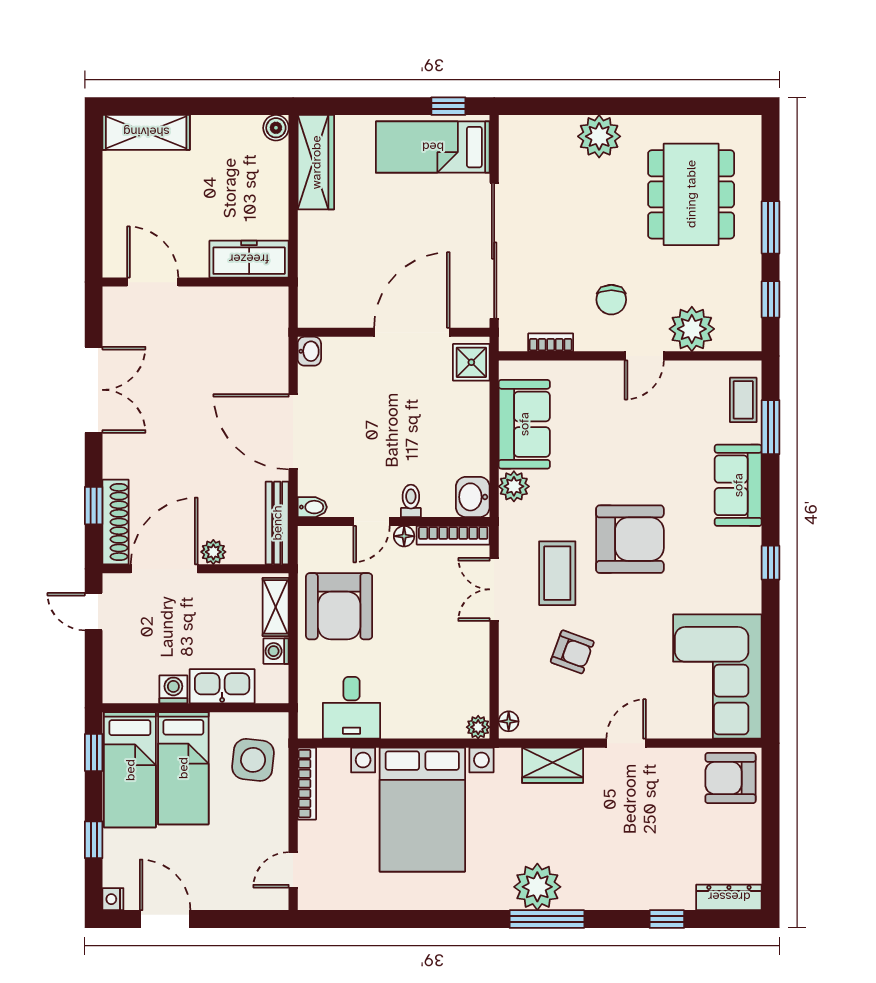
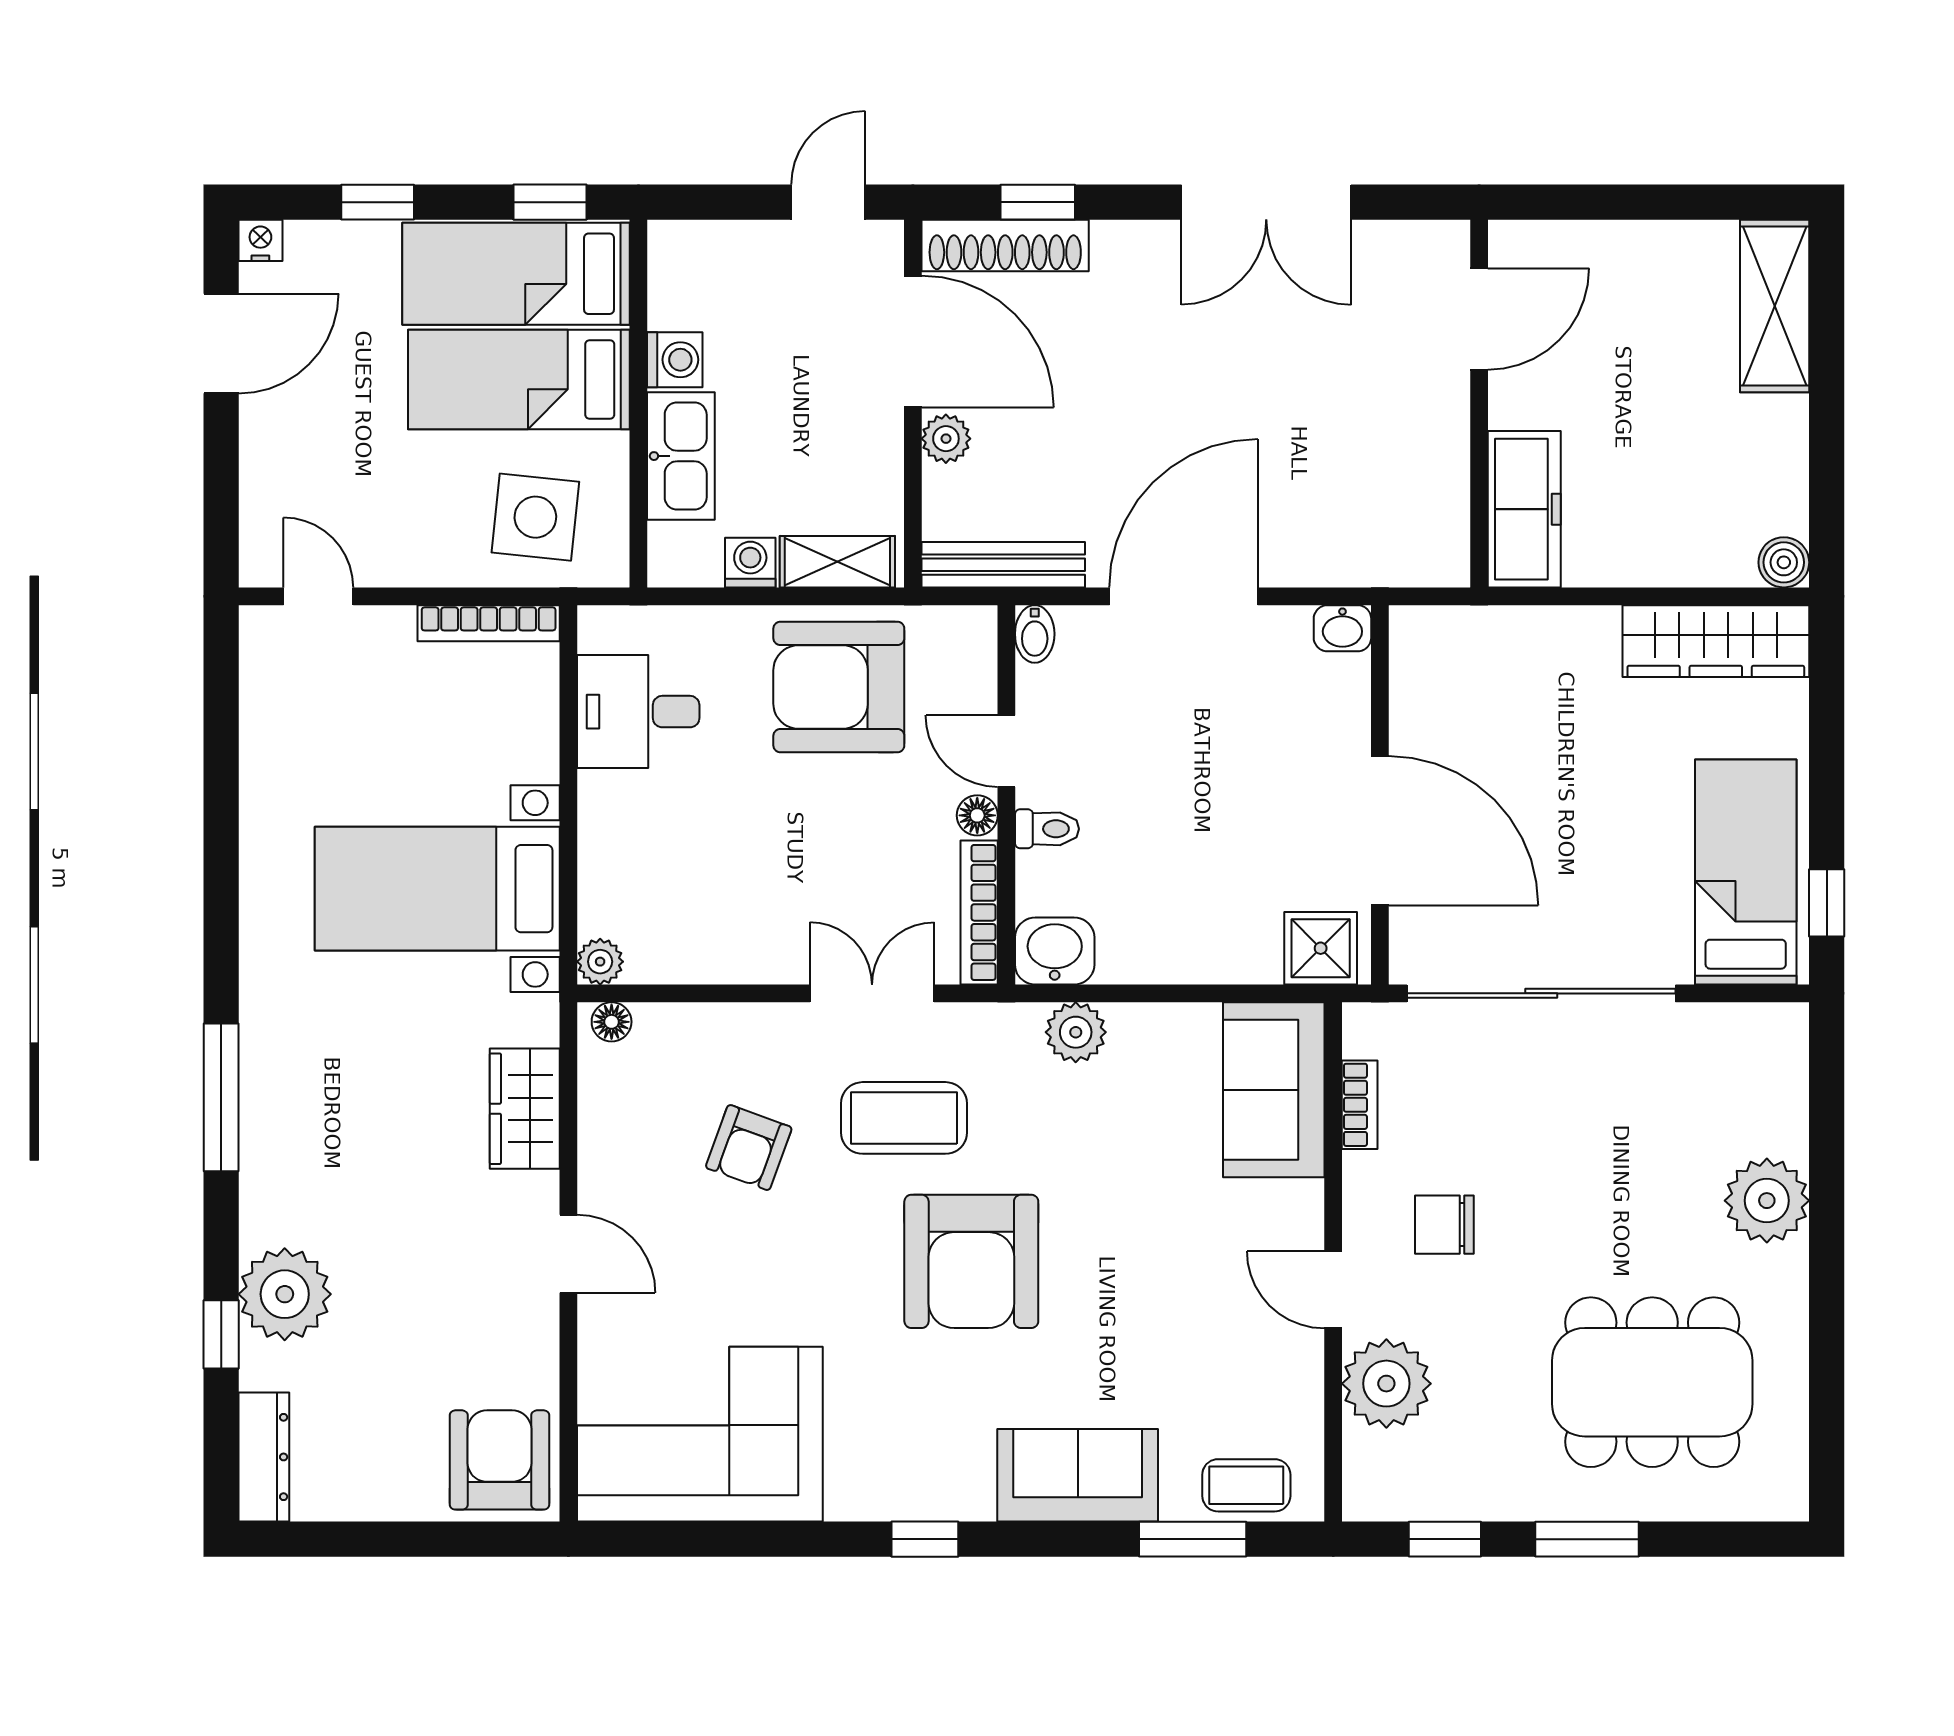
sofa: (524, 424) -> (1274, 1090), moved, turned 90
bed with nightstands: (422, 810) -> (437, 889), width x0.73
plant: (537, 887) -> (285, 1294), moved

